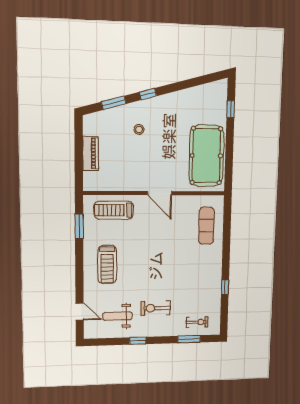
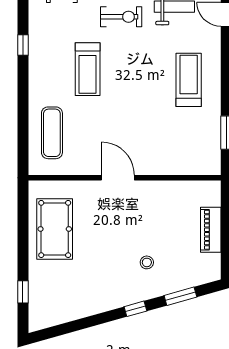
pool table: (206, 156) -> (55, 229), width x0.73, depth x0.76
treadmill: (114, 210) -> (88, 69), moved, turned 90

